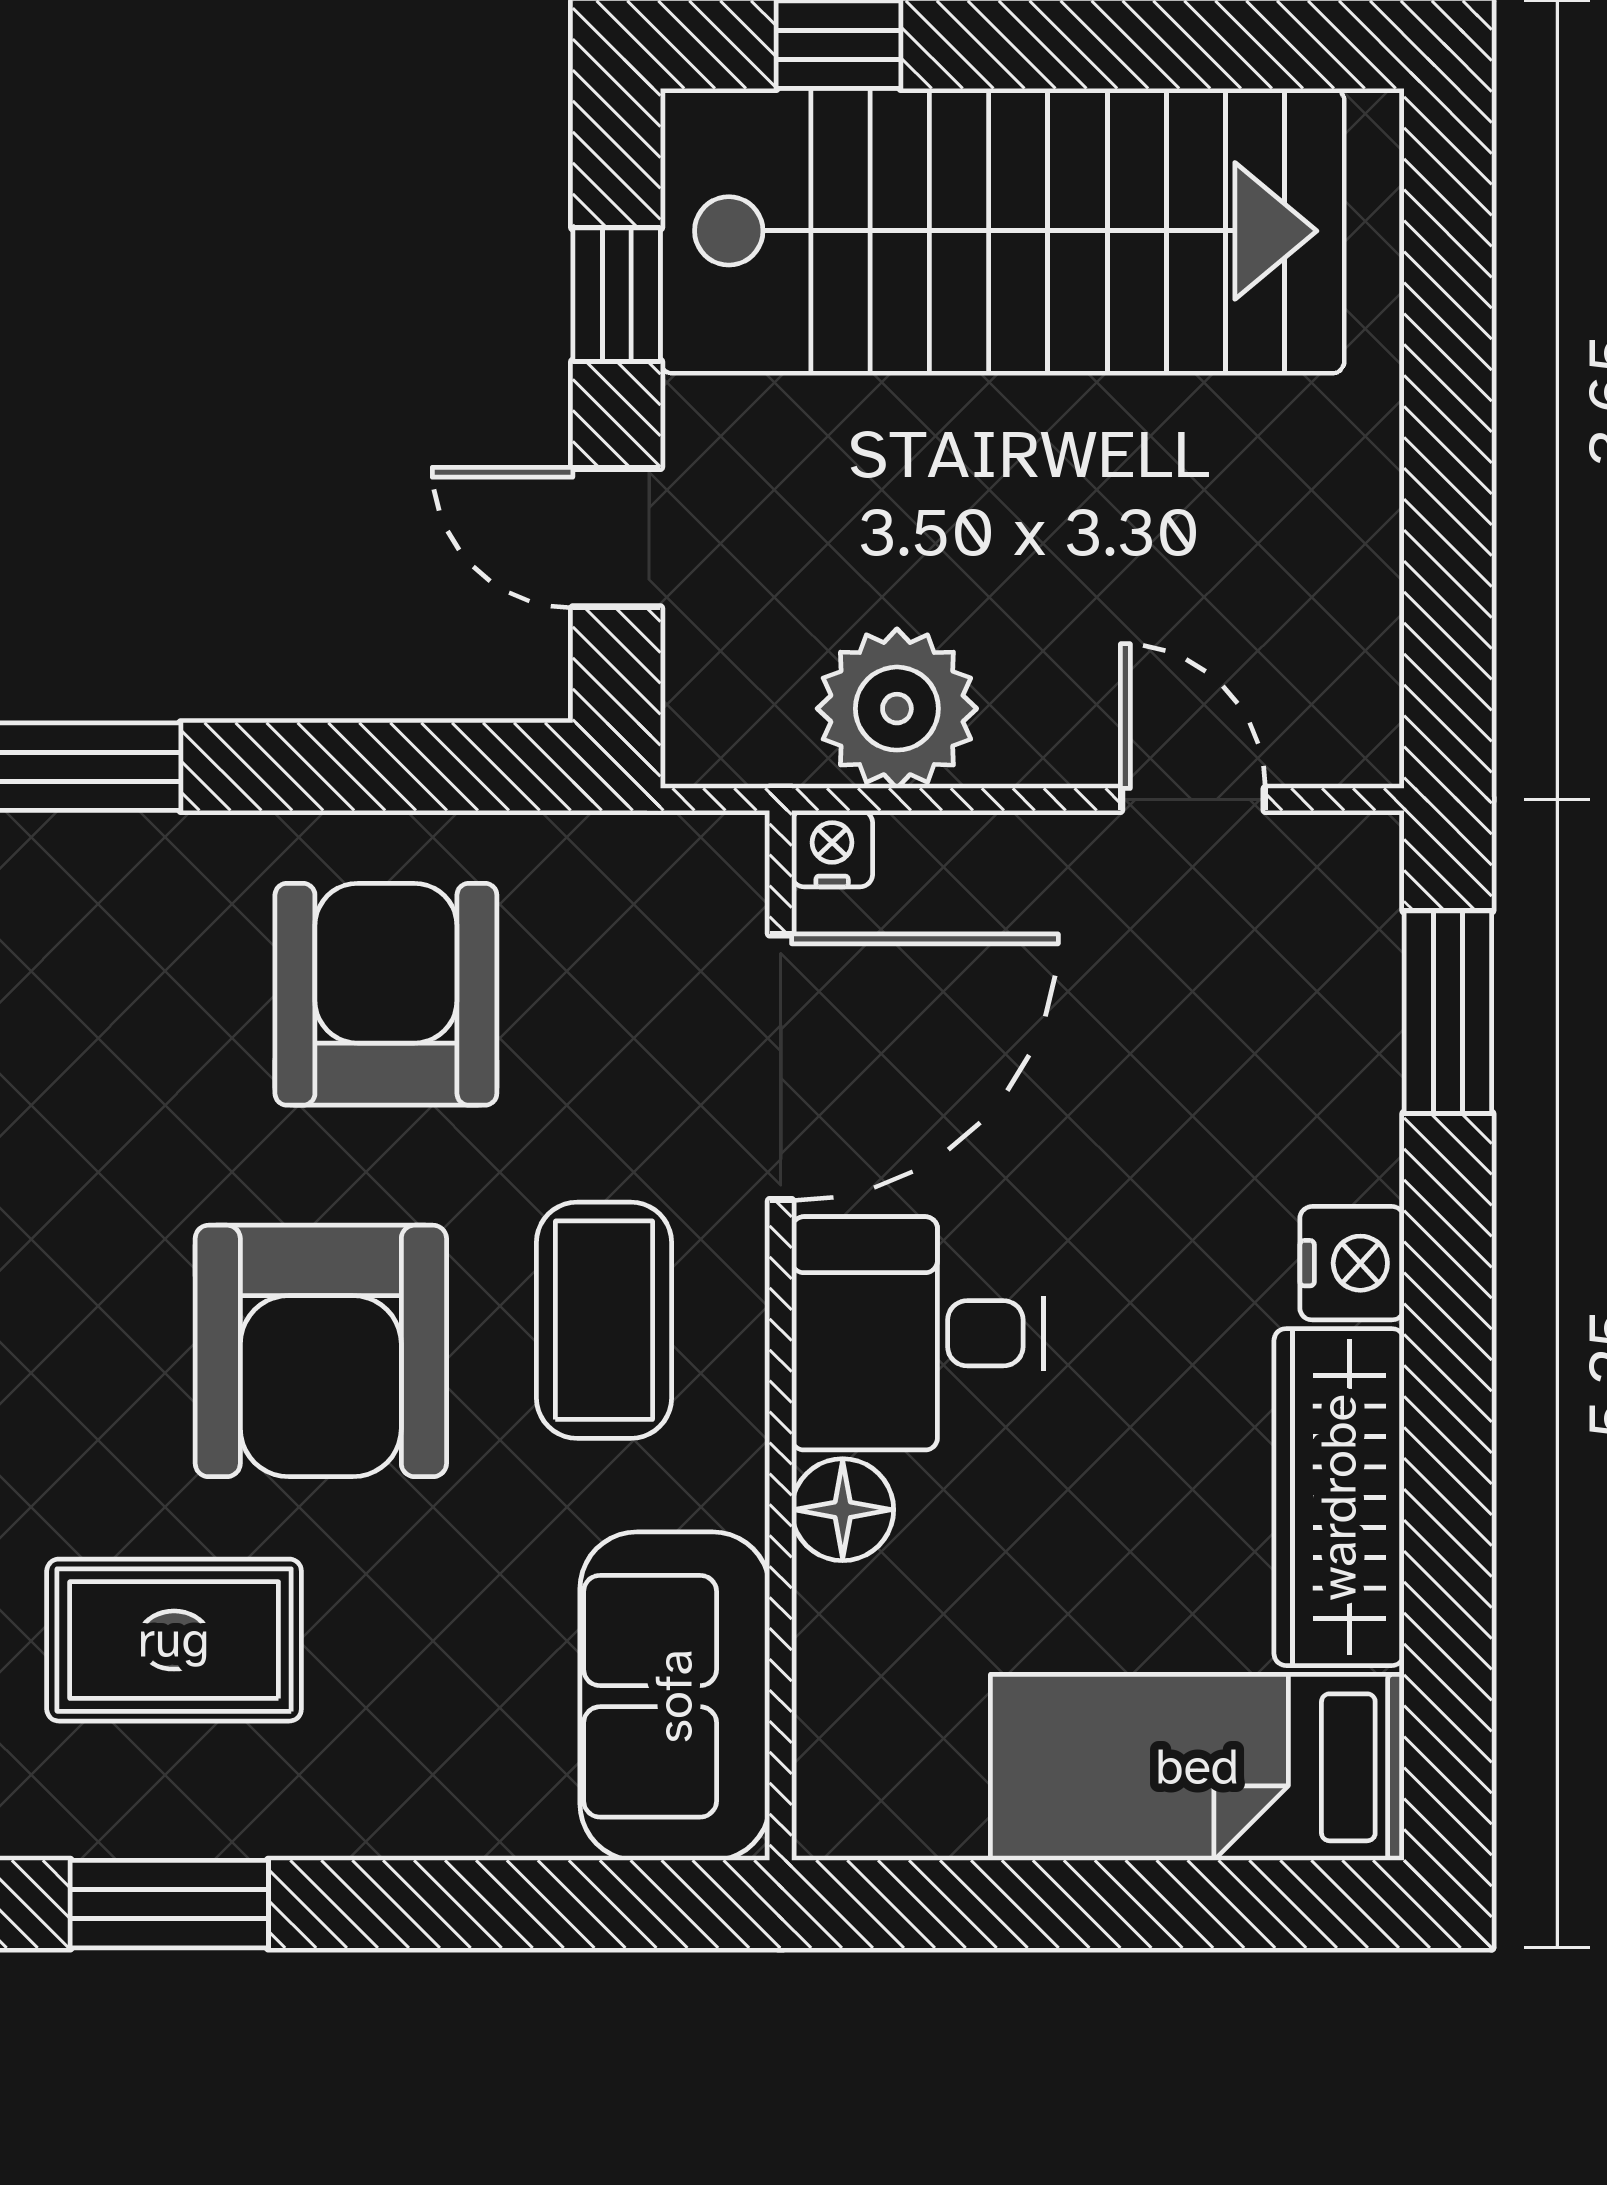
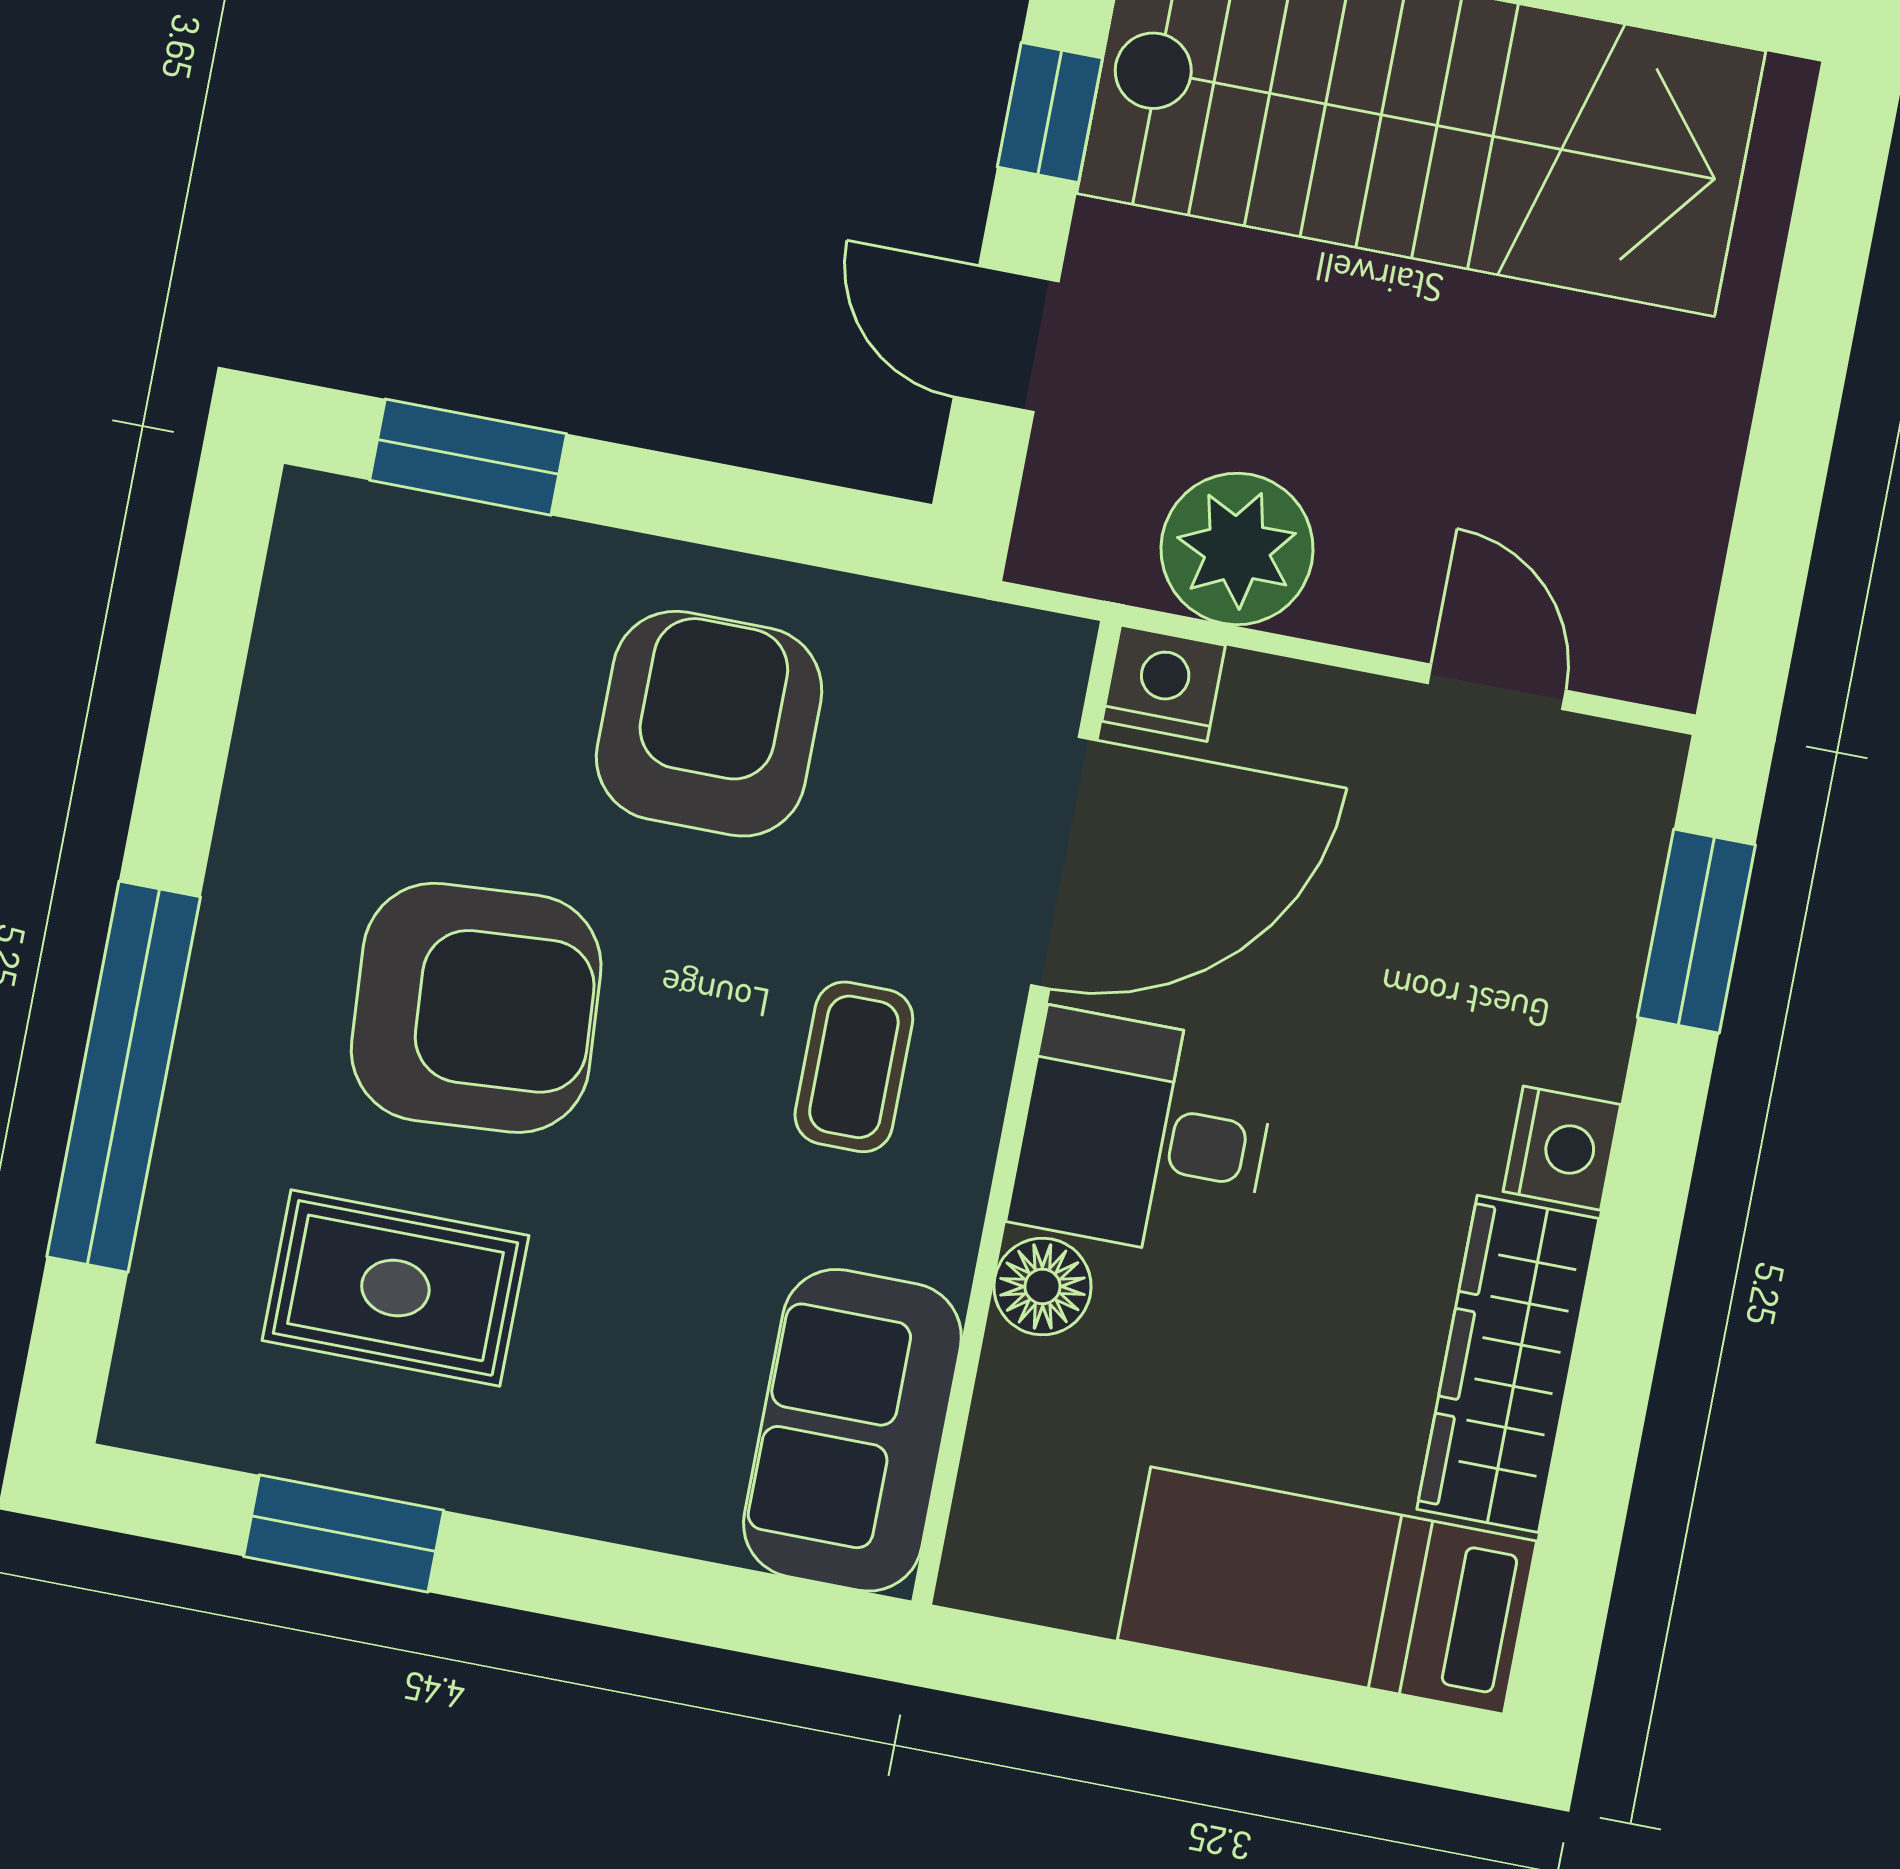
nightstand: (832, 849) -> (1164, 683), width x1.39, depth x1.35
coffee table: (604, 1320) -> (854, 1067), width x0.73, depth x0.77
armchair: (321, 1351) -> (476, 1008), moved, turned -94

